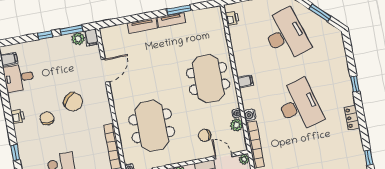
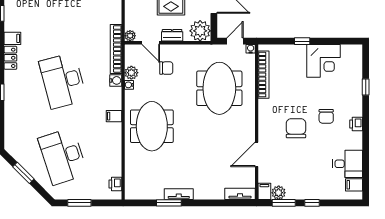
tv unit: (143, 26) -> (240, 194), moved
chair: (73, 102) -> (296, 128), turned 45
filing cabinet: (354, 136) -> (12, 38), added

